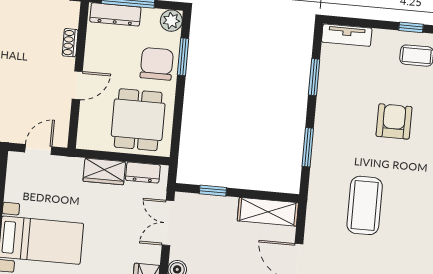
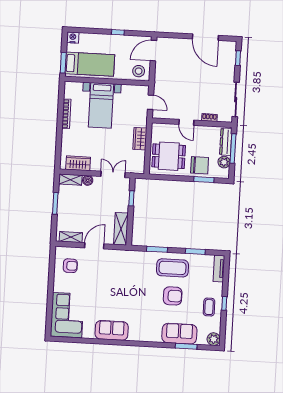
plant: (171, 21) -> (224, 162), moved
dresser: (143, 173) -> (140, 160), removed
coffee table: (365, 205) -> (172, 268), moved

